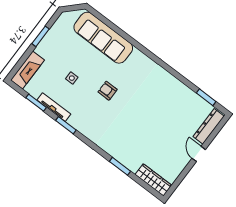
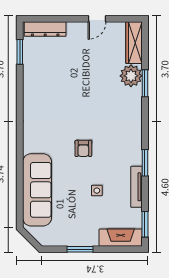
window: (36, 103) -> (145, 224), moved
door: (199, 154) -> (97, 19), moved
plant: (132, 161) -> (131, 76), added

